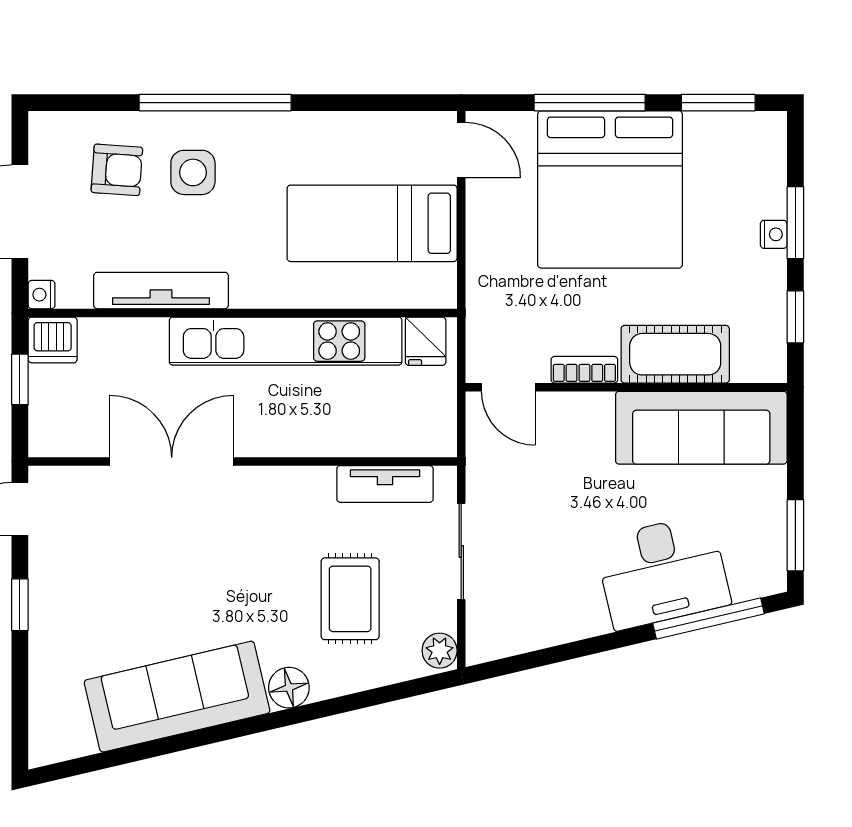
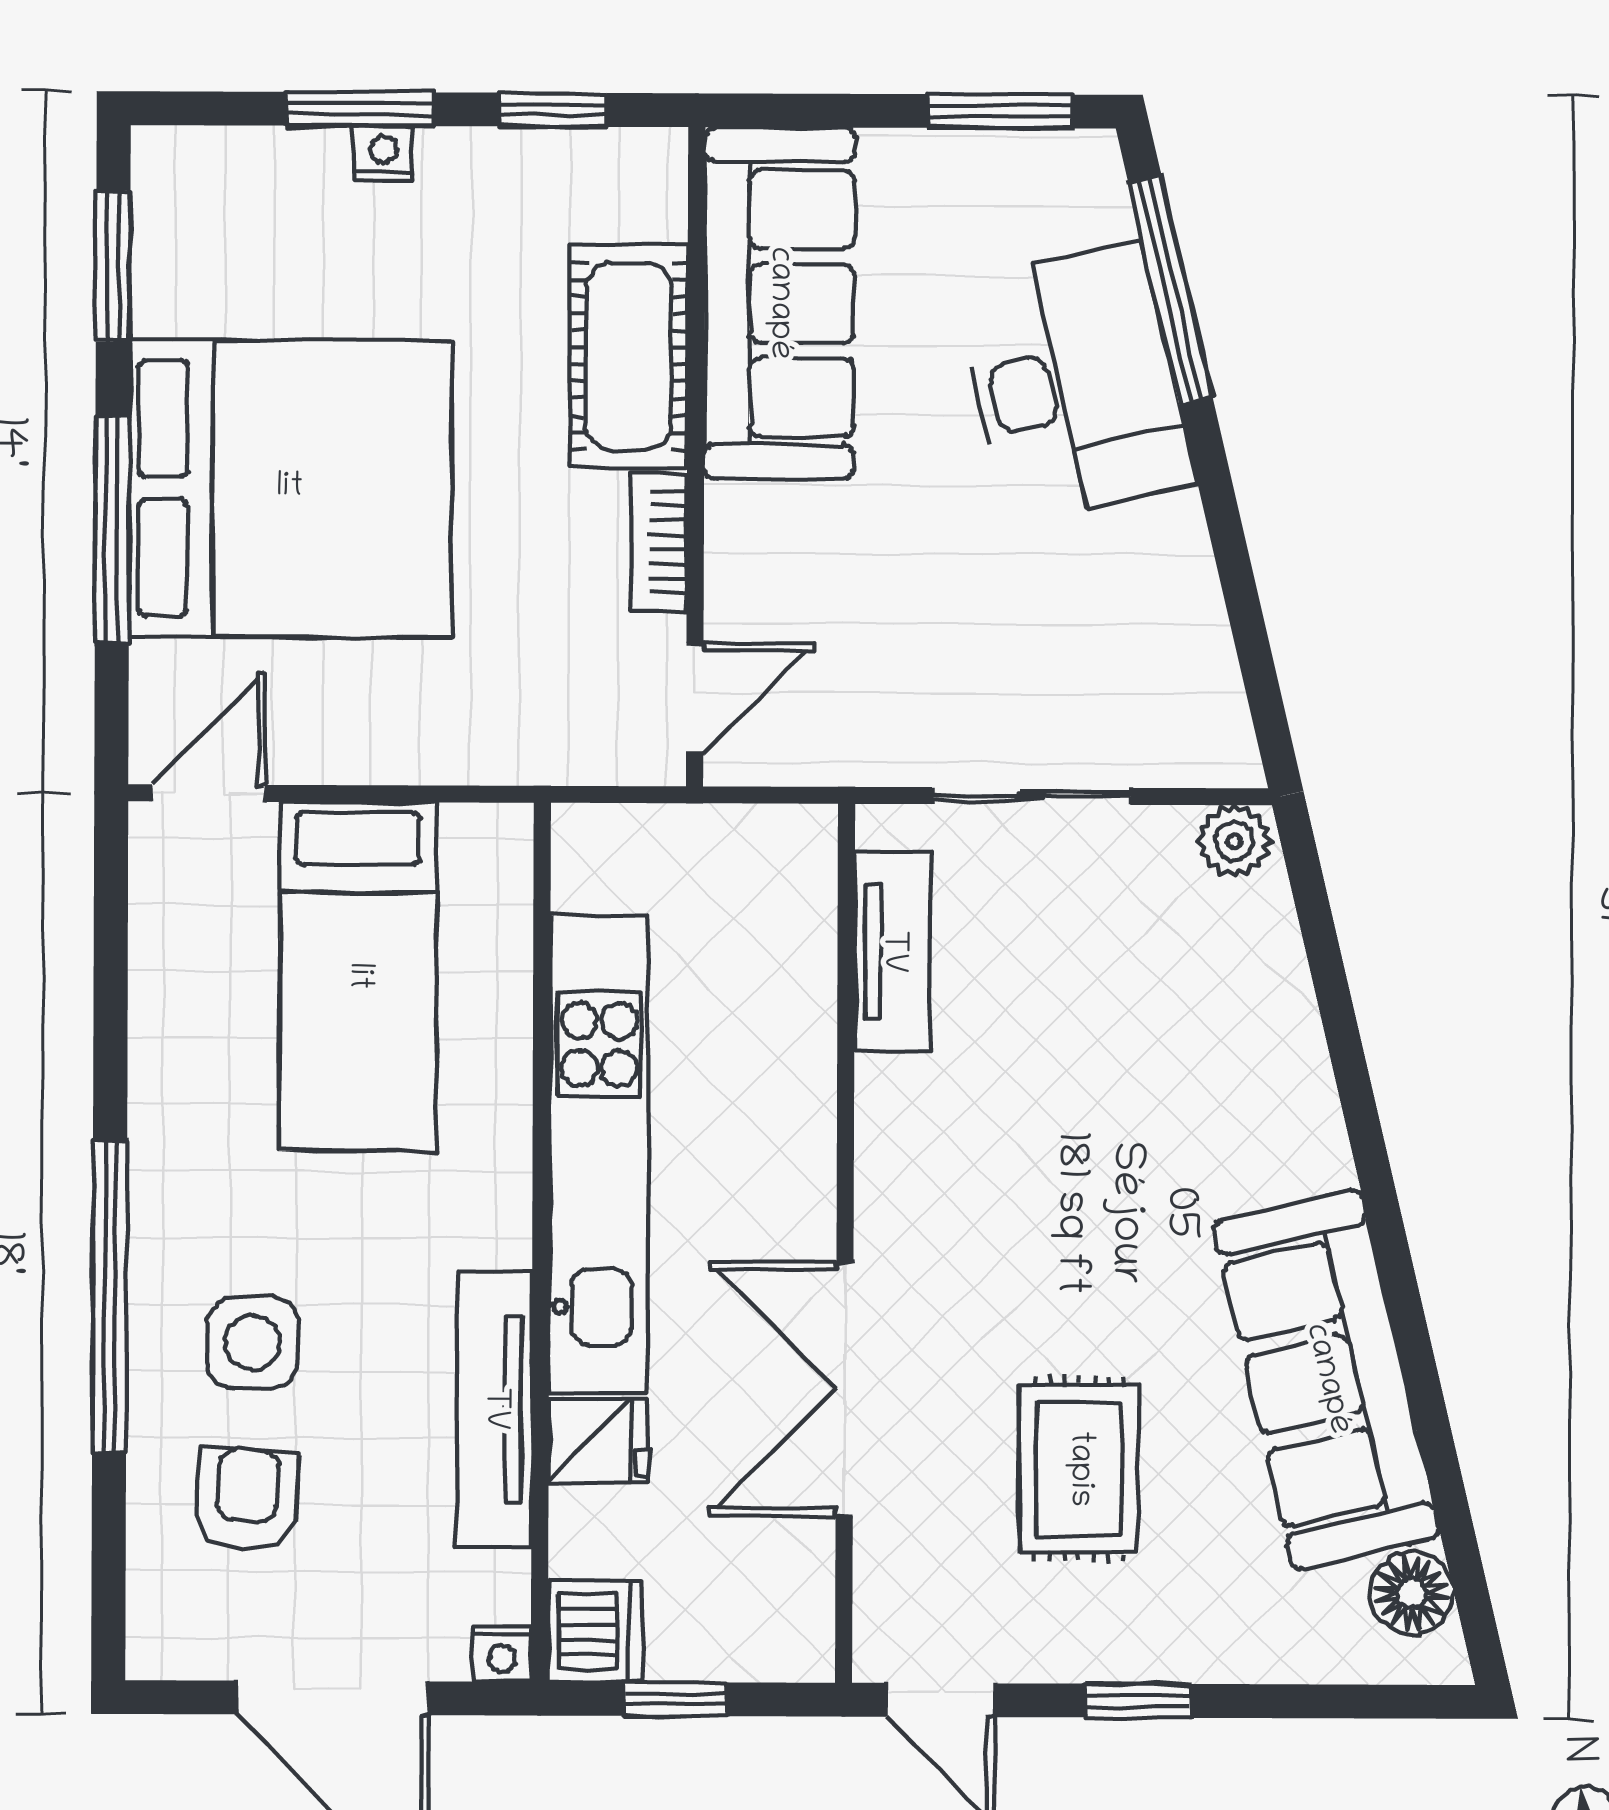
fridge: (426, 341) -> (598, 1441), moved
rug: (350, 599) -> (1079, 1469), moved, turned 90
floor lamp: (289, 688) -> (1411, 1593), moved

